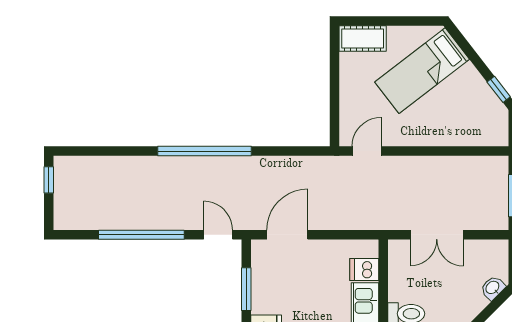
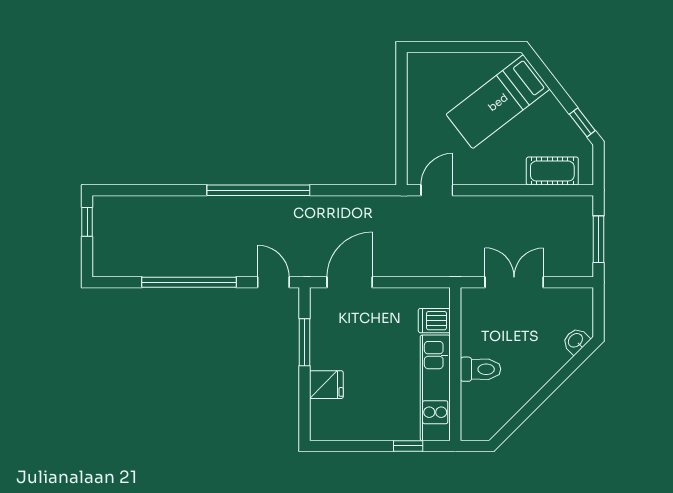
cot: (363, 38) -> (552, 171), moved
double door: (437, 235) -> (514, 282), swing flipped

